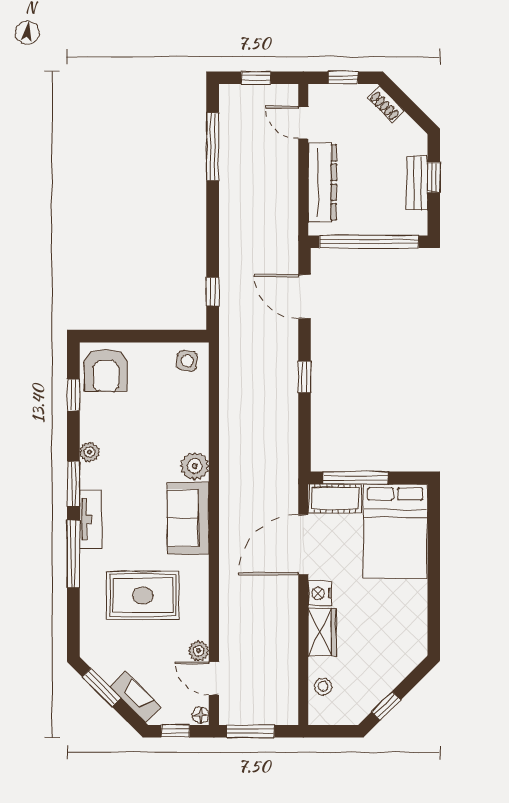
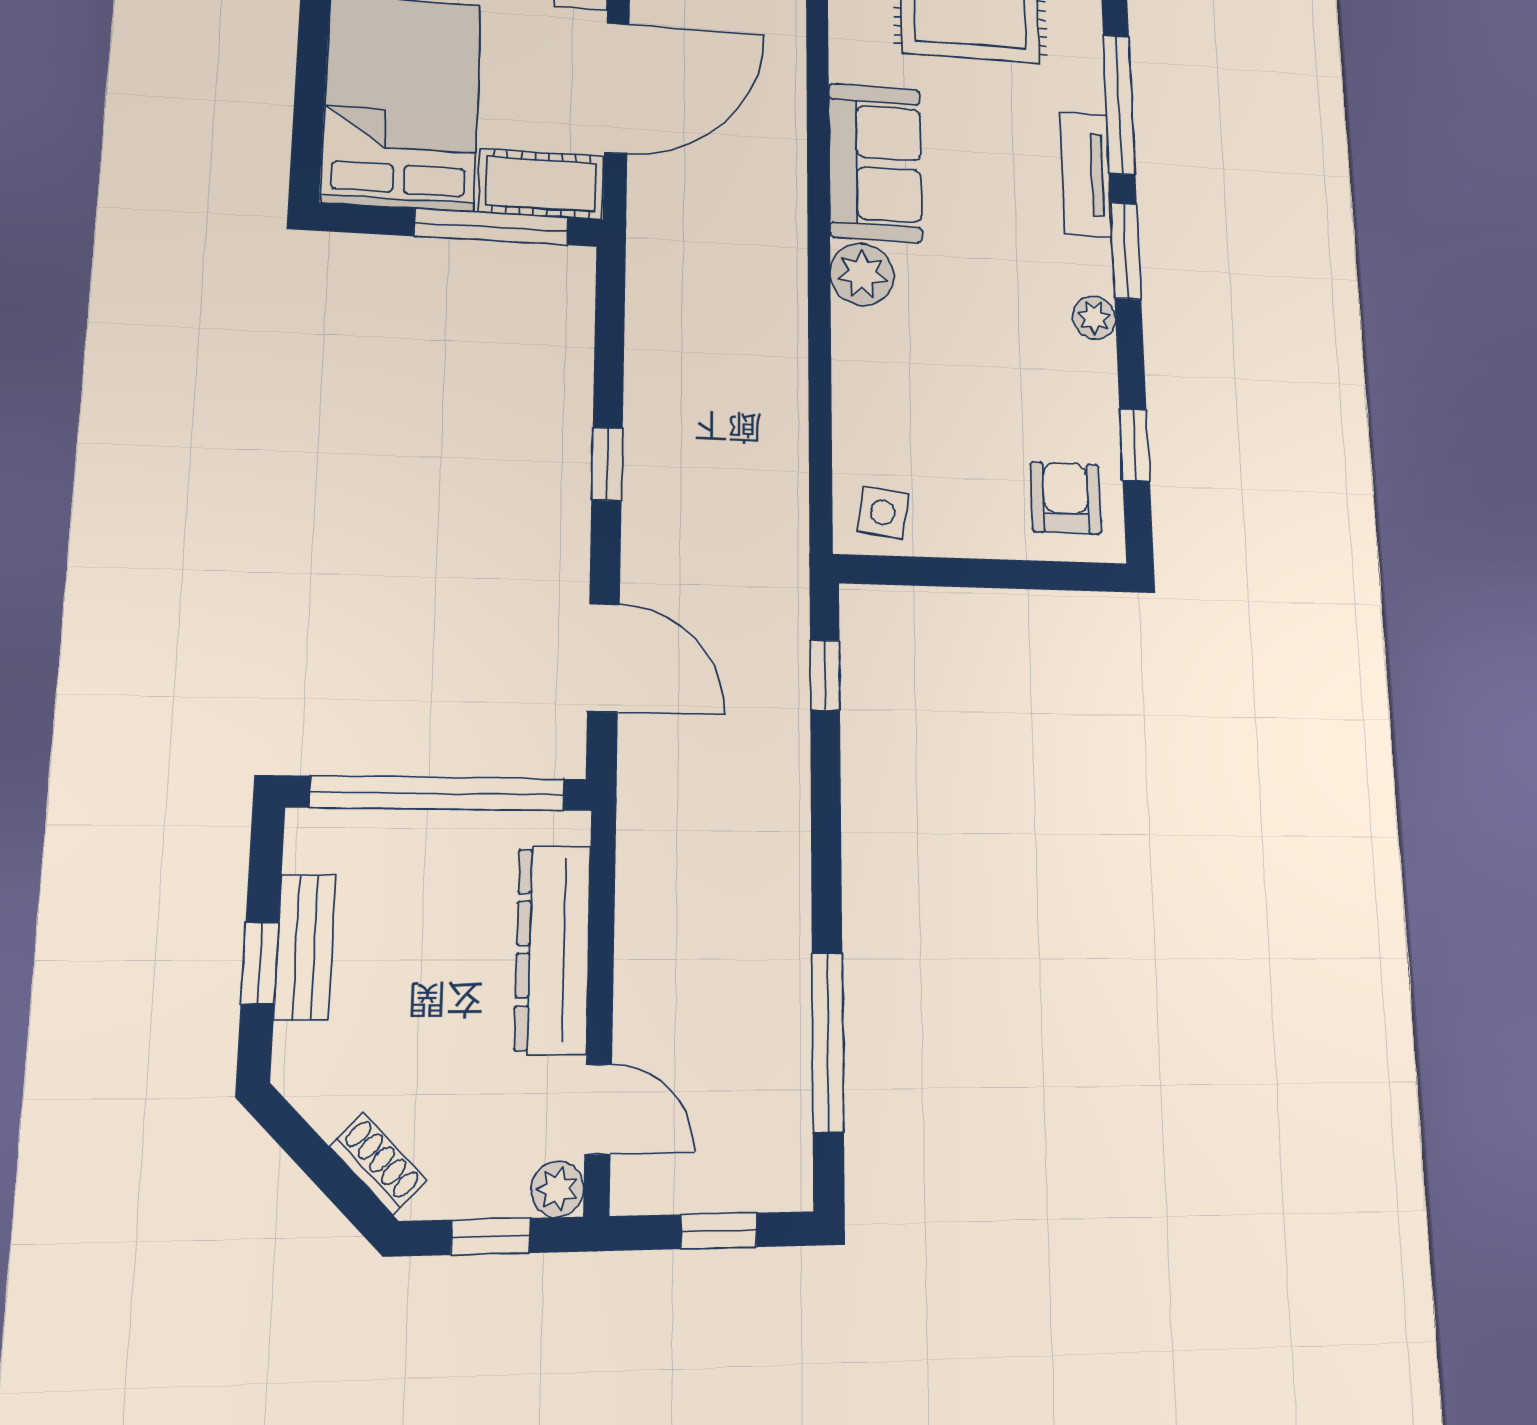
plant: (318, 94) -> (557, 1189), added
armchair: (106, 370) -> (1066, 498), width x0.72, depth x0.72

